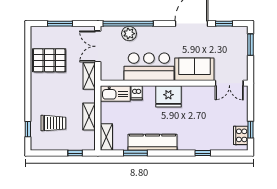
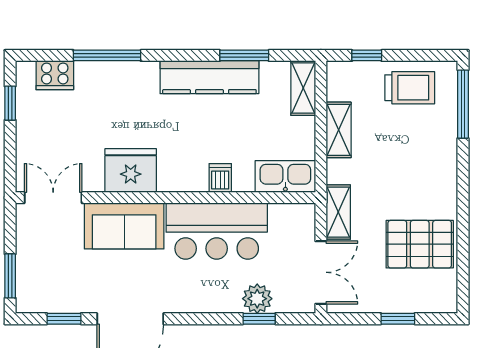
window: (60, 24) -> (398, 319), width x0.67
window: (128, 24) -> (259, 319), width x0.32
dishwasher: (137, 93) -> (220, 178), moved
fridge: (168, 96) -> (131, 171), moved
trolley: (53, 123) -> (410, 88), moved, turned 180
window: (28, 129) -> (463, 104), width x2.17
cooker: (241, 135) -> (55, 75), moved, turned 90
window: (203, 153) -> (107, 55), width x2.17

